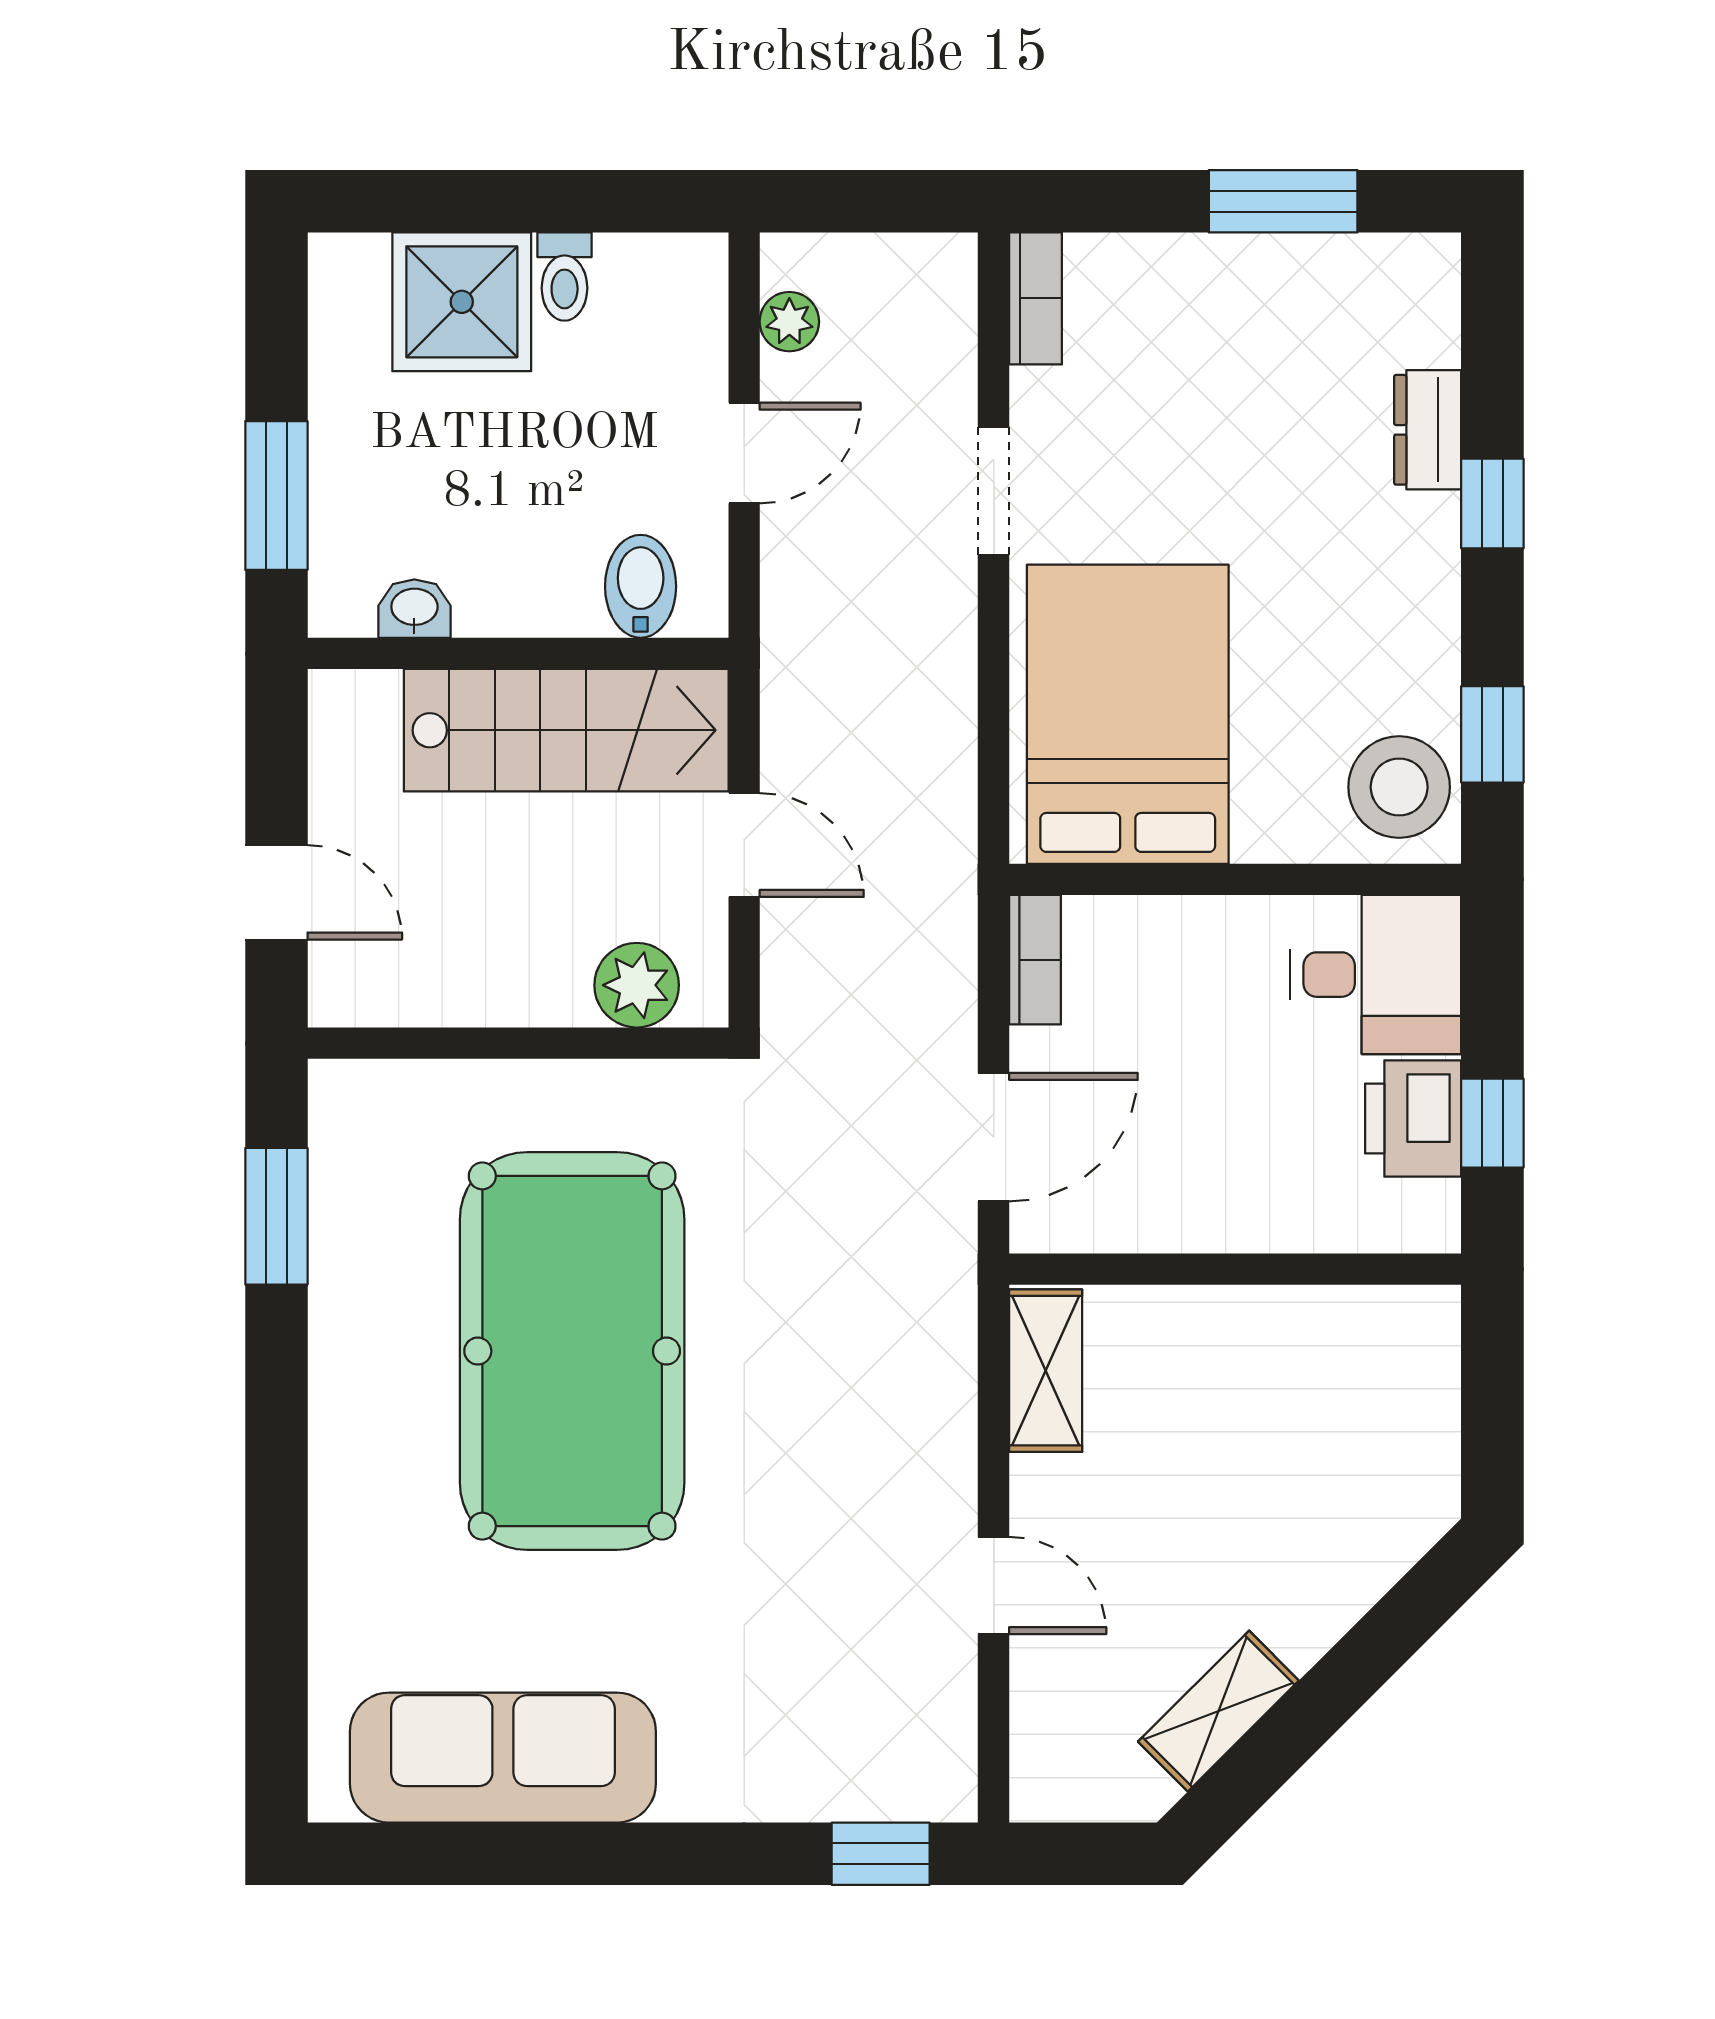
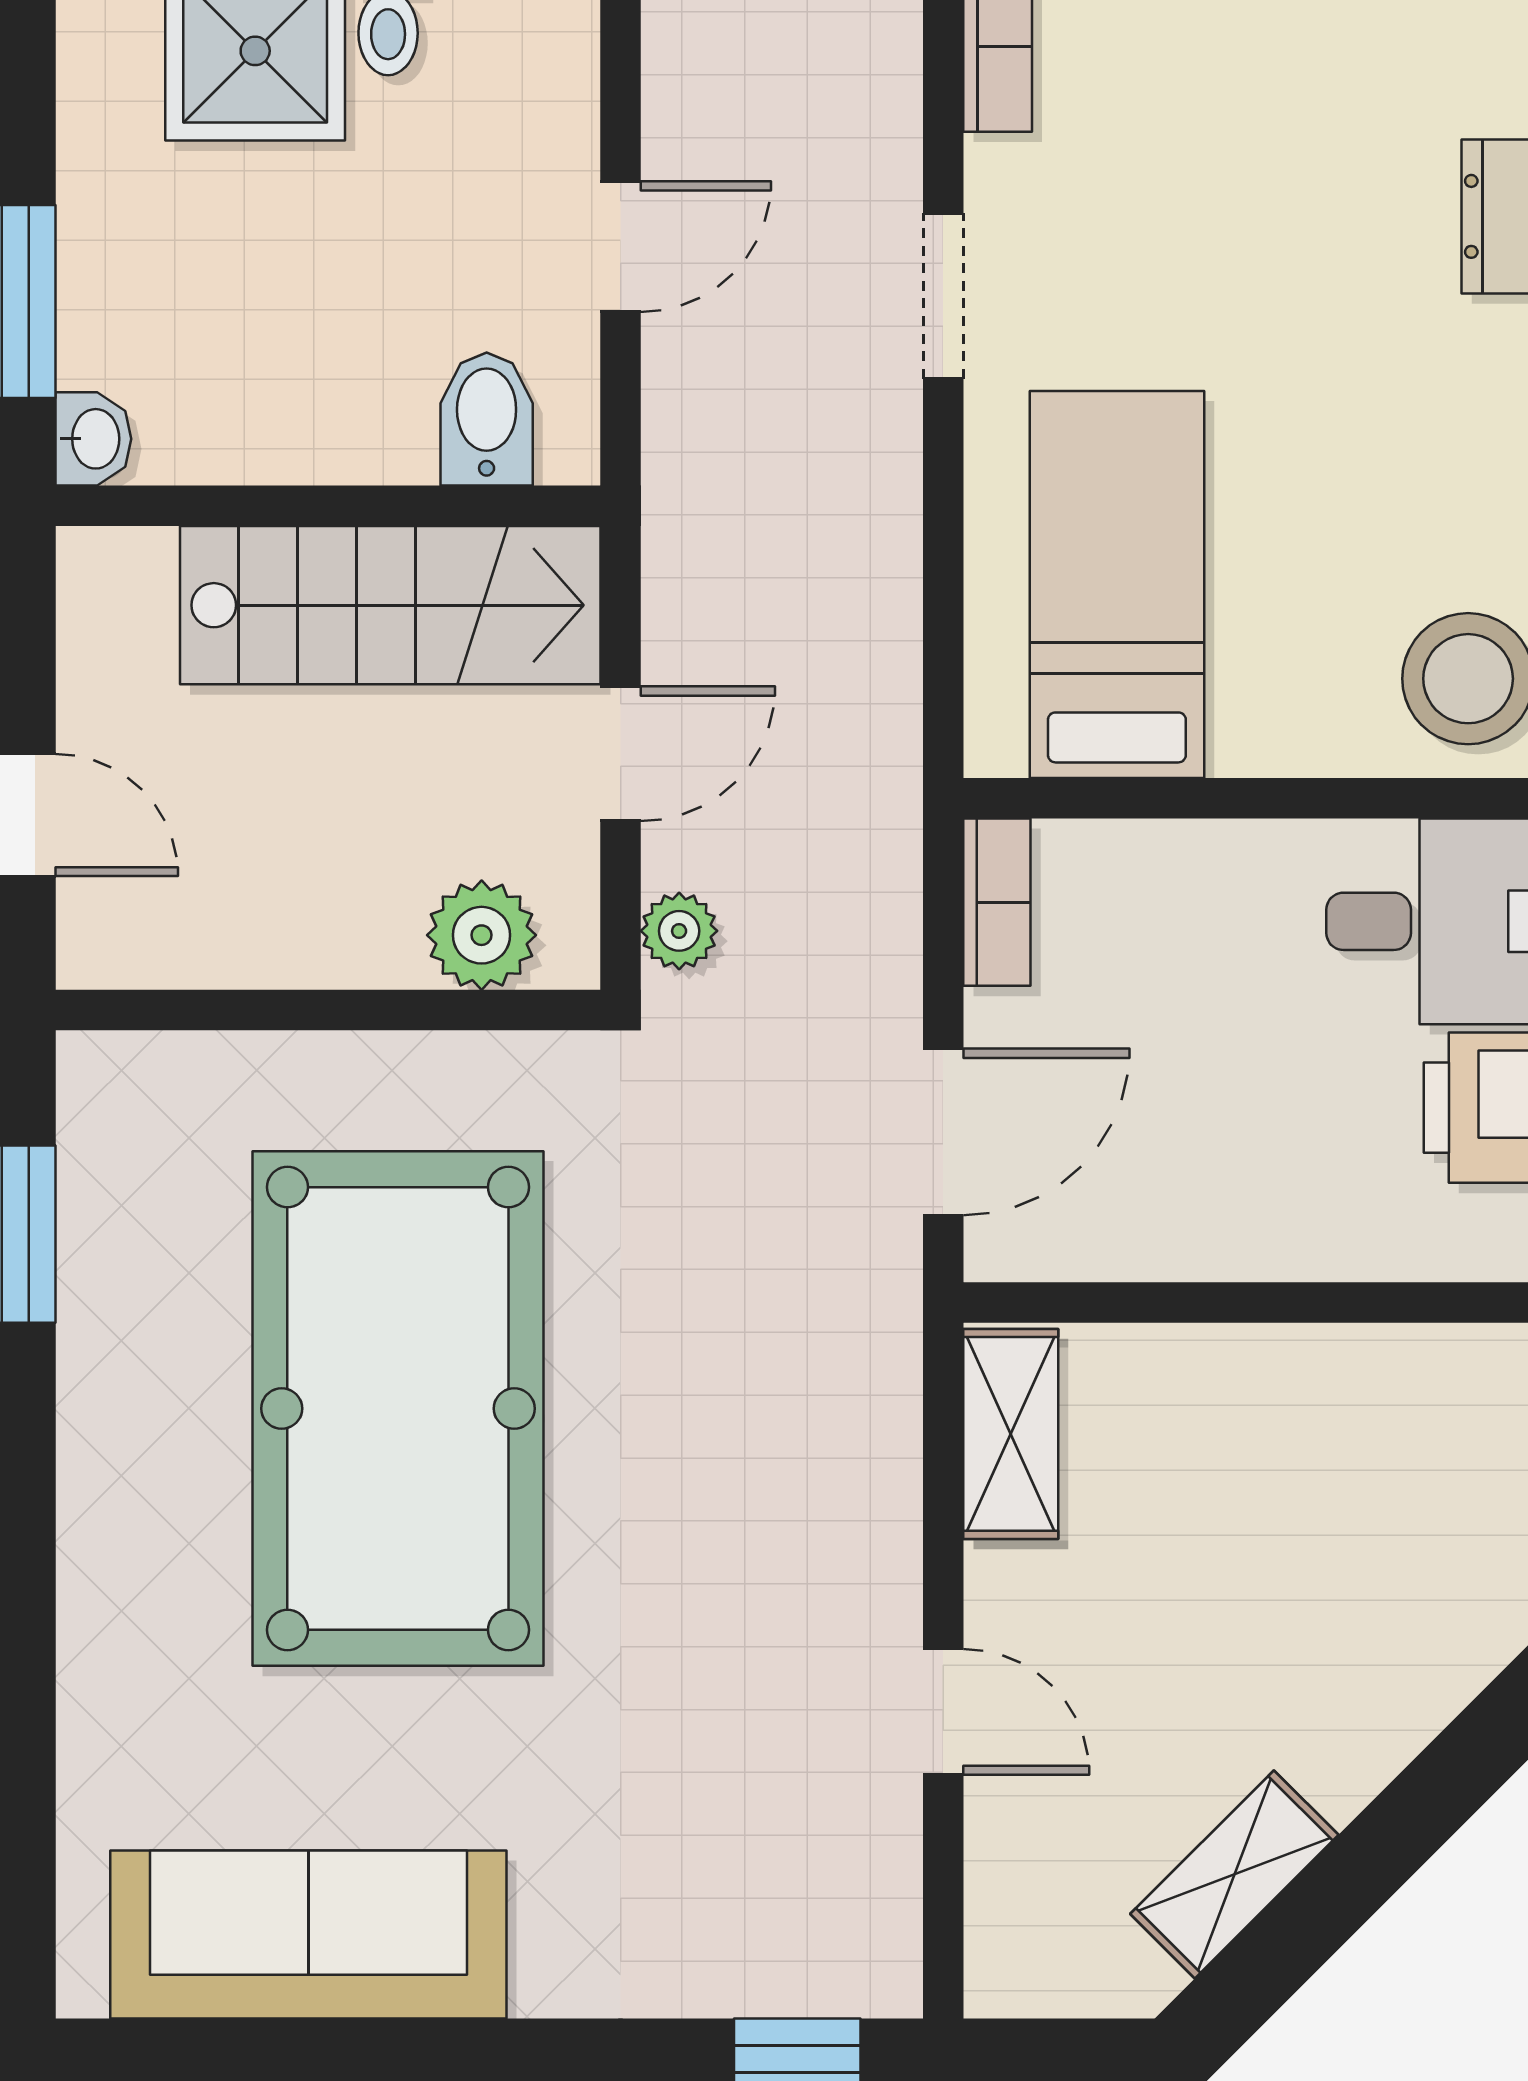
plant: (789, 322) -> (679, 931), moved
washbasin: (414, 609) -> (93, 439), moved, turned 90
bed: (1128, 714) -> (1117, 585), width x0.67
door: (744, 845) -> (621, 754), hinge flipped

